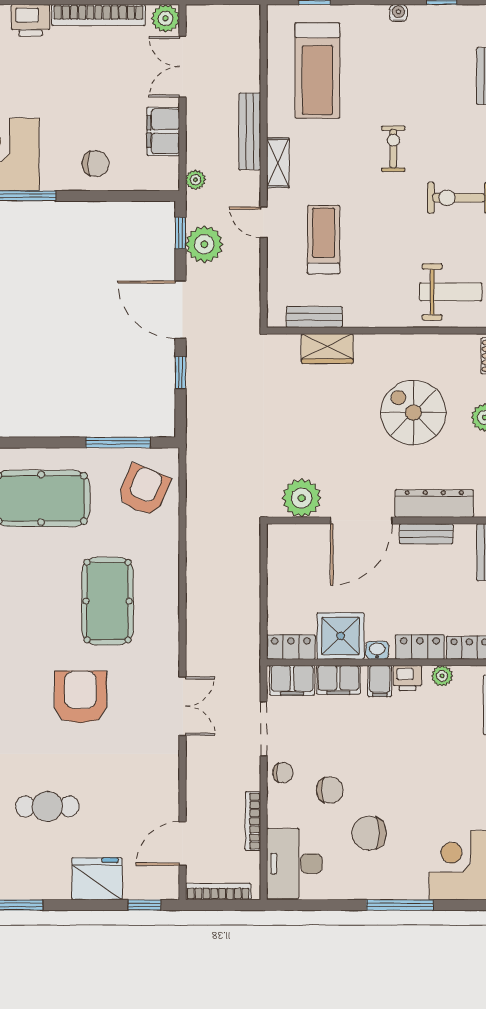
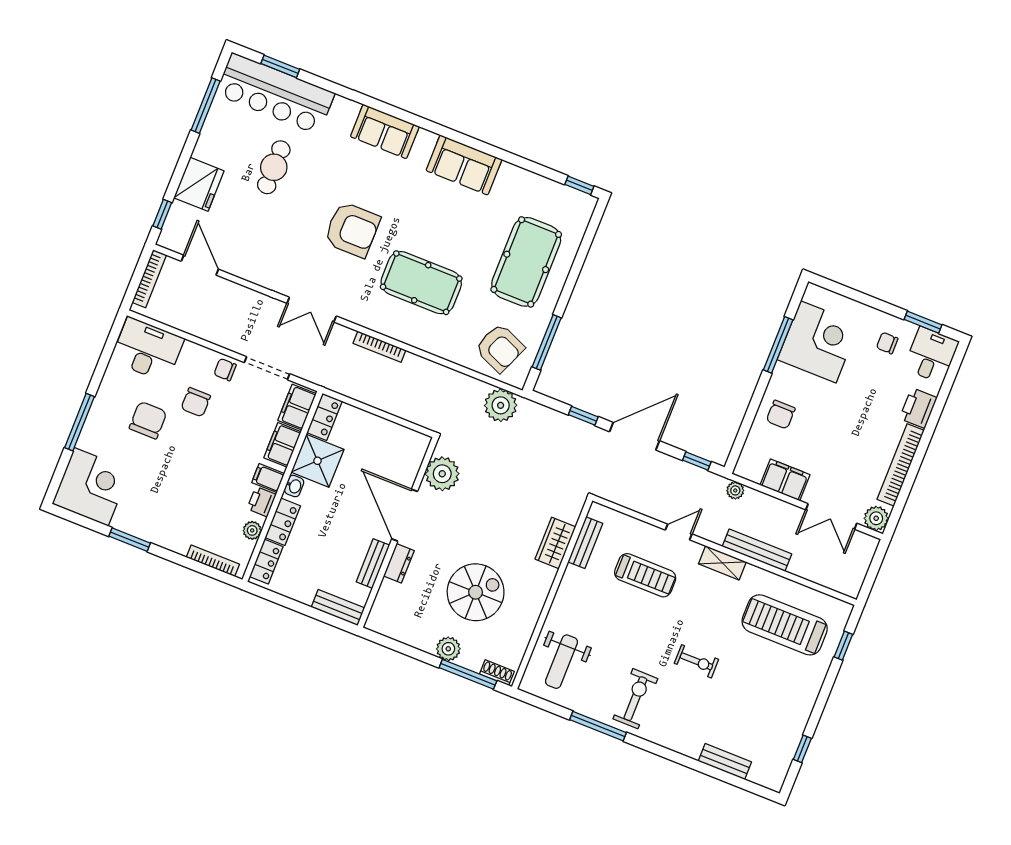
water cooler: (398, 13) -> (805, 709), removed
double door: (183, 67) -> (831, 516), swing flipped
plant: (204, 244) -> (501, 405), moved
dresser: (434, 504) -> (399, 563), width x0.51, depth x0.80
chair: (283, 773) -> (225, 370), turned 90
bookcase: (253, 821) -> (379, 347), moved, turned 180

